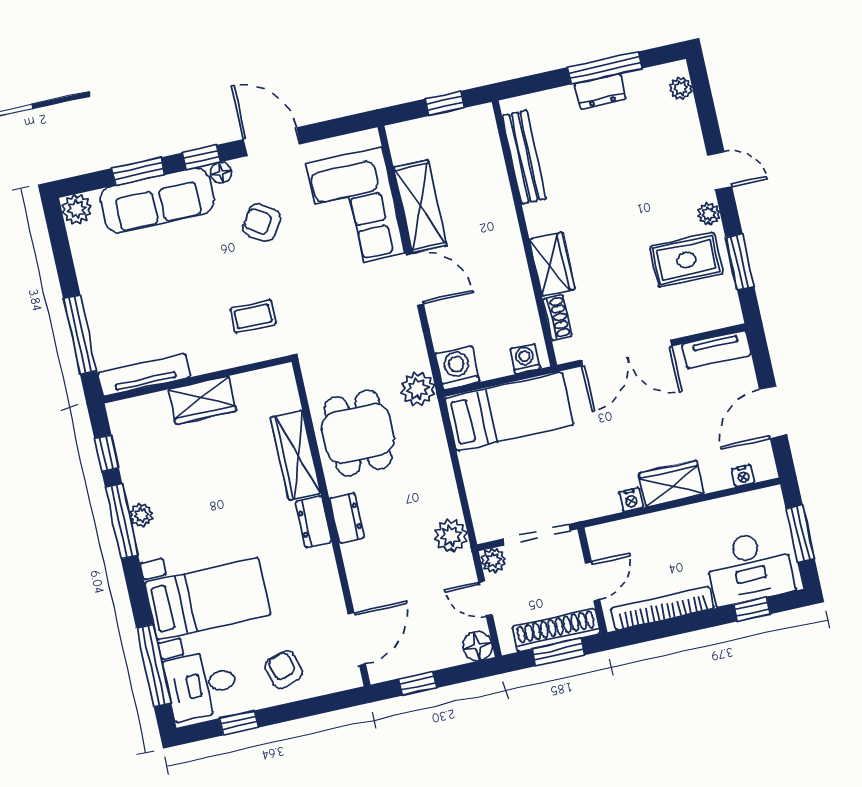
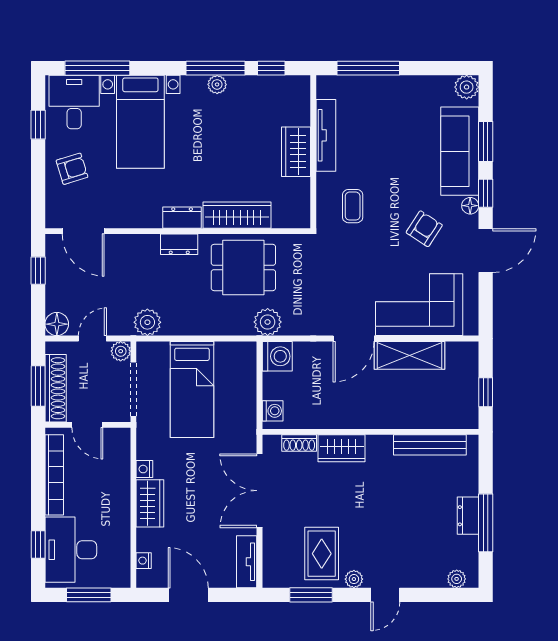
tv unit: (144, 375) -> (326, 135), moved
bed: (509, 412) -> (192, 389), moved

